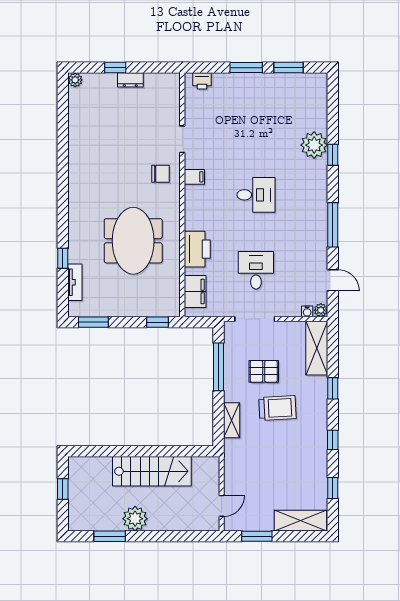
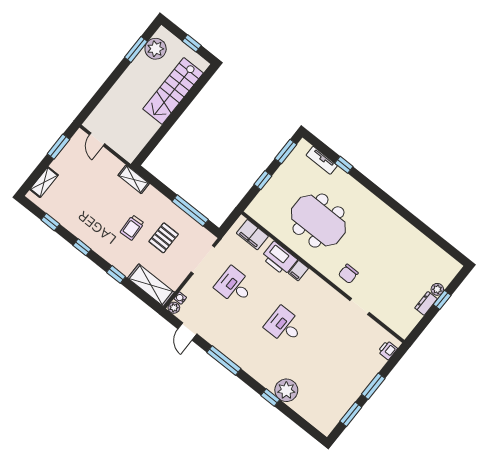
plant: (75, 80) -> (437, 289), moved
filing cabinet: (194, 177) -> (298, 271), moved
desk: (256, 195) -> (284, 326), turned 90
desk: (256, 270) -> (234, 286), turned 180
door: (333, 280) -> (187, 331), hinge flipped
window: (158, 322) -> (263, 180), moved
trolley: (277, 408) -> (132, 228), width x0.73, depth x0.72
shelving: (232, 420) -> (134, 179), moved
stairs: (152, 471) -> (173, 91), moved
plant: (135, 519) -> (156, 49), moved
shelving: (301, 521) -> (44, 182), width x0.67, depth x0.75

